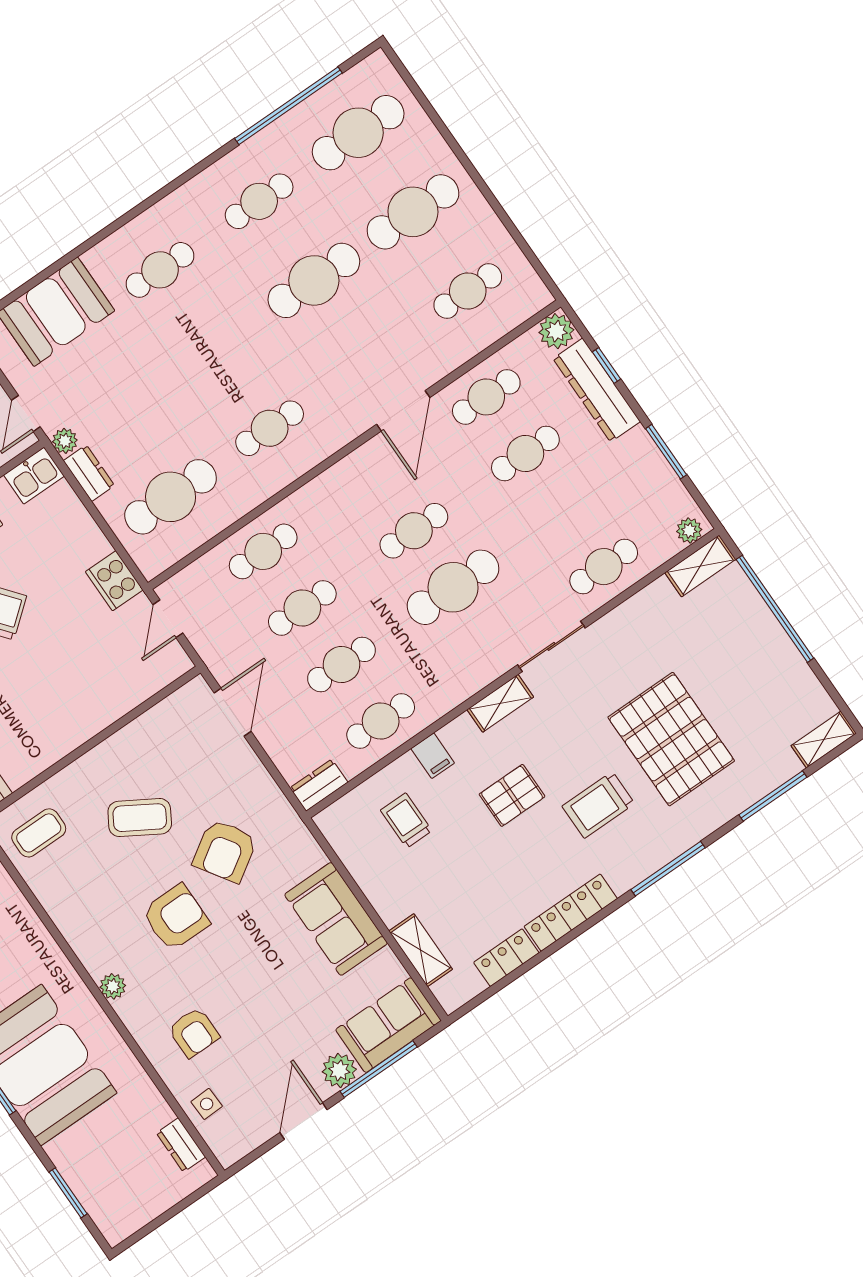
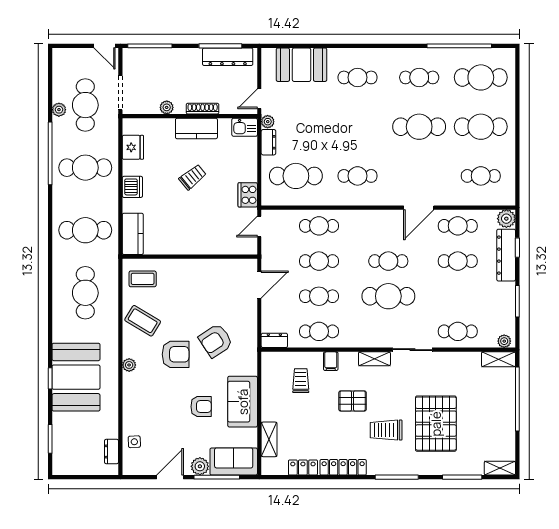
coffee table: (140, 818) -> (143, 321), moved
armchair: (194, 1032) -> (201, 407), moved, turned -90

